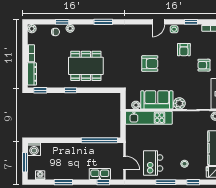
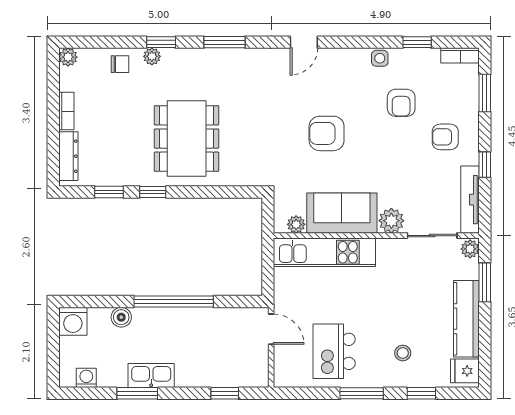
window: (62, 22) -> (161, 42), moved
door: (158, 22) -> (304, 42), moved
armchair: (150, 64) -> (327, 133), turned 180
dining table: (86, 66) -> (187, 139), turned 90
window: (40, 90) -> (109, 192), moved
window: (99, 140) -> (174, 302), moved
boiler: (56, 147) -> (121, 317), added
window: (25, 162) -> (53, 350), removed
door: (125, 163) -> (271, 329), moved
kitchen sink: (100, 174) -> (151, 376), moved

